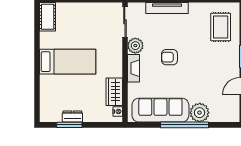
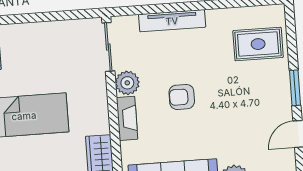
rug: (221, 27) -> (258, 44), turned 90

